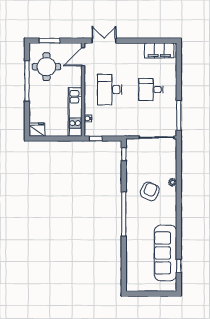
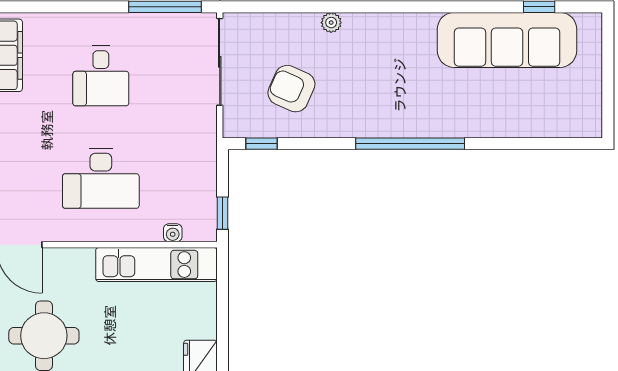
armchair: (150, 191) -> (291, 89), moved

